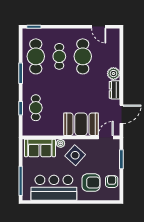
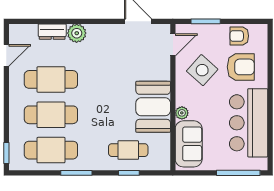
cafe table: (59, 56) -> (51, 115), width x1.37, depth x1.35
dresser: (115, 90) -> (52, 32), moved
booth: (81, 124) -> (153, 107), moved
door: (106, 137) -> (173, 45), swing flipped
side table: (75, 155) -> (202, 70), moved
armchair: (91, 183) -> (241, 67), turned 90

